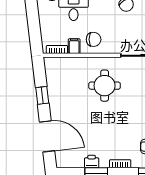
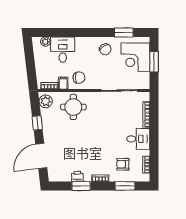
plant: (53, 69) -> (46, 101), added
round table: (105, 86) -> (73, 107), moved
door: (47, 136) -> (41, 156), swing flipped

